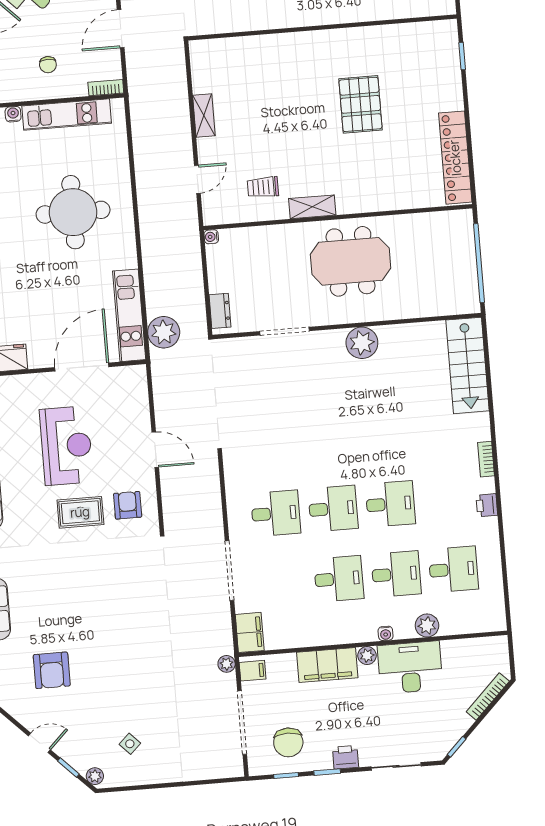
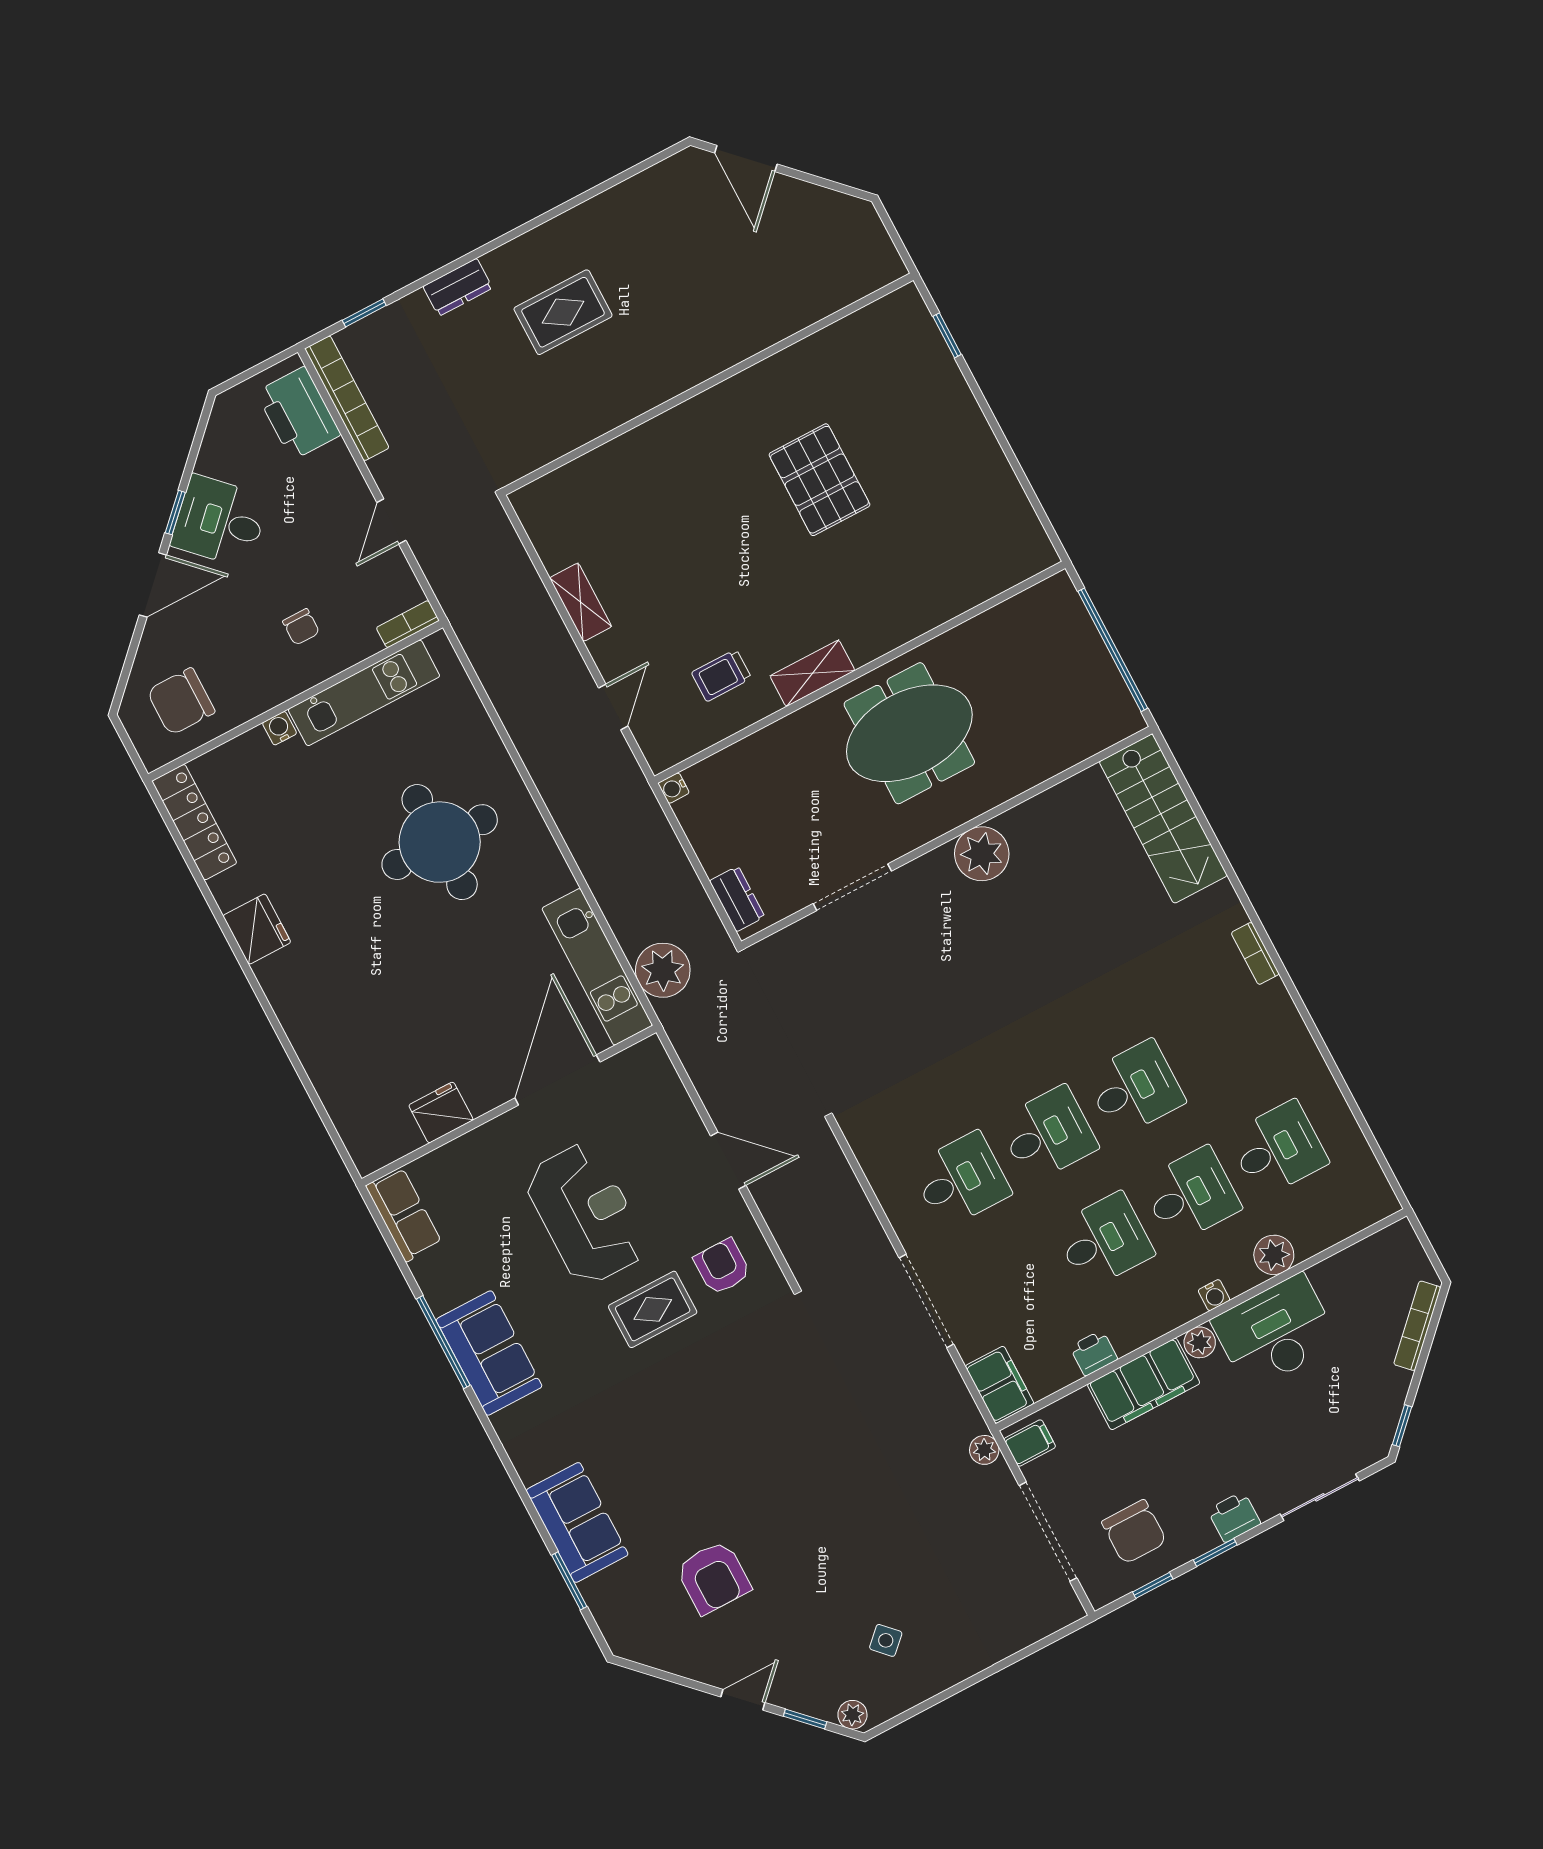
door: (121, 29) -> (391, 521), width x0.73
locker: (455, 158) -> (1004, 500), removed
printer: (487, 505) -> (1094, 1353), moved, turned 90

